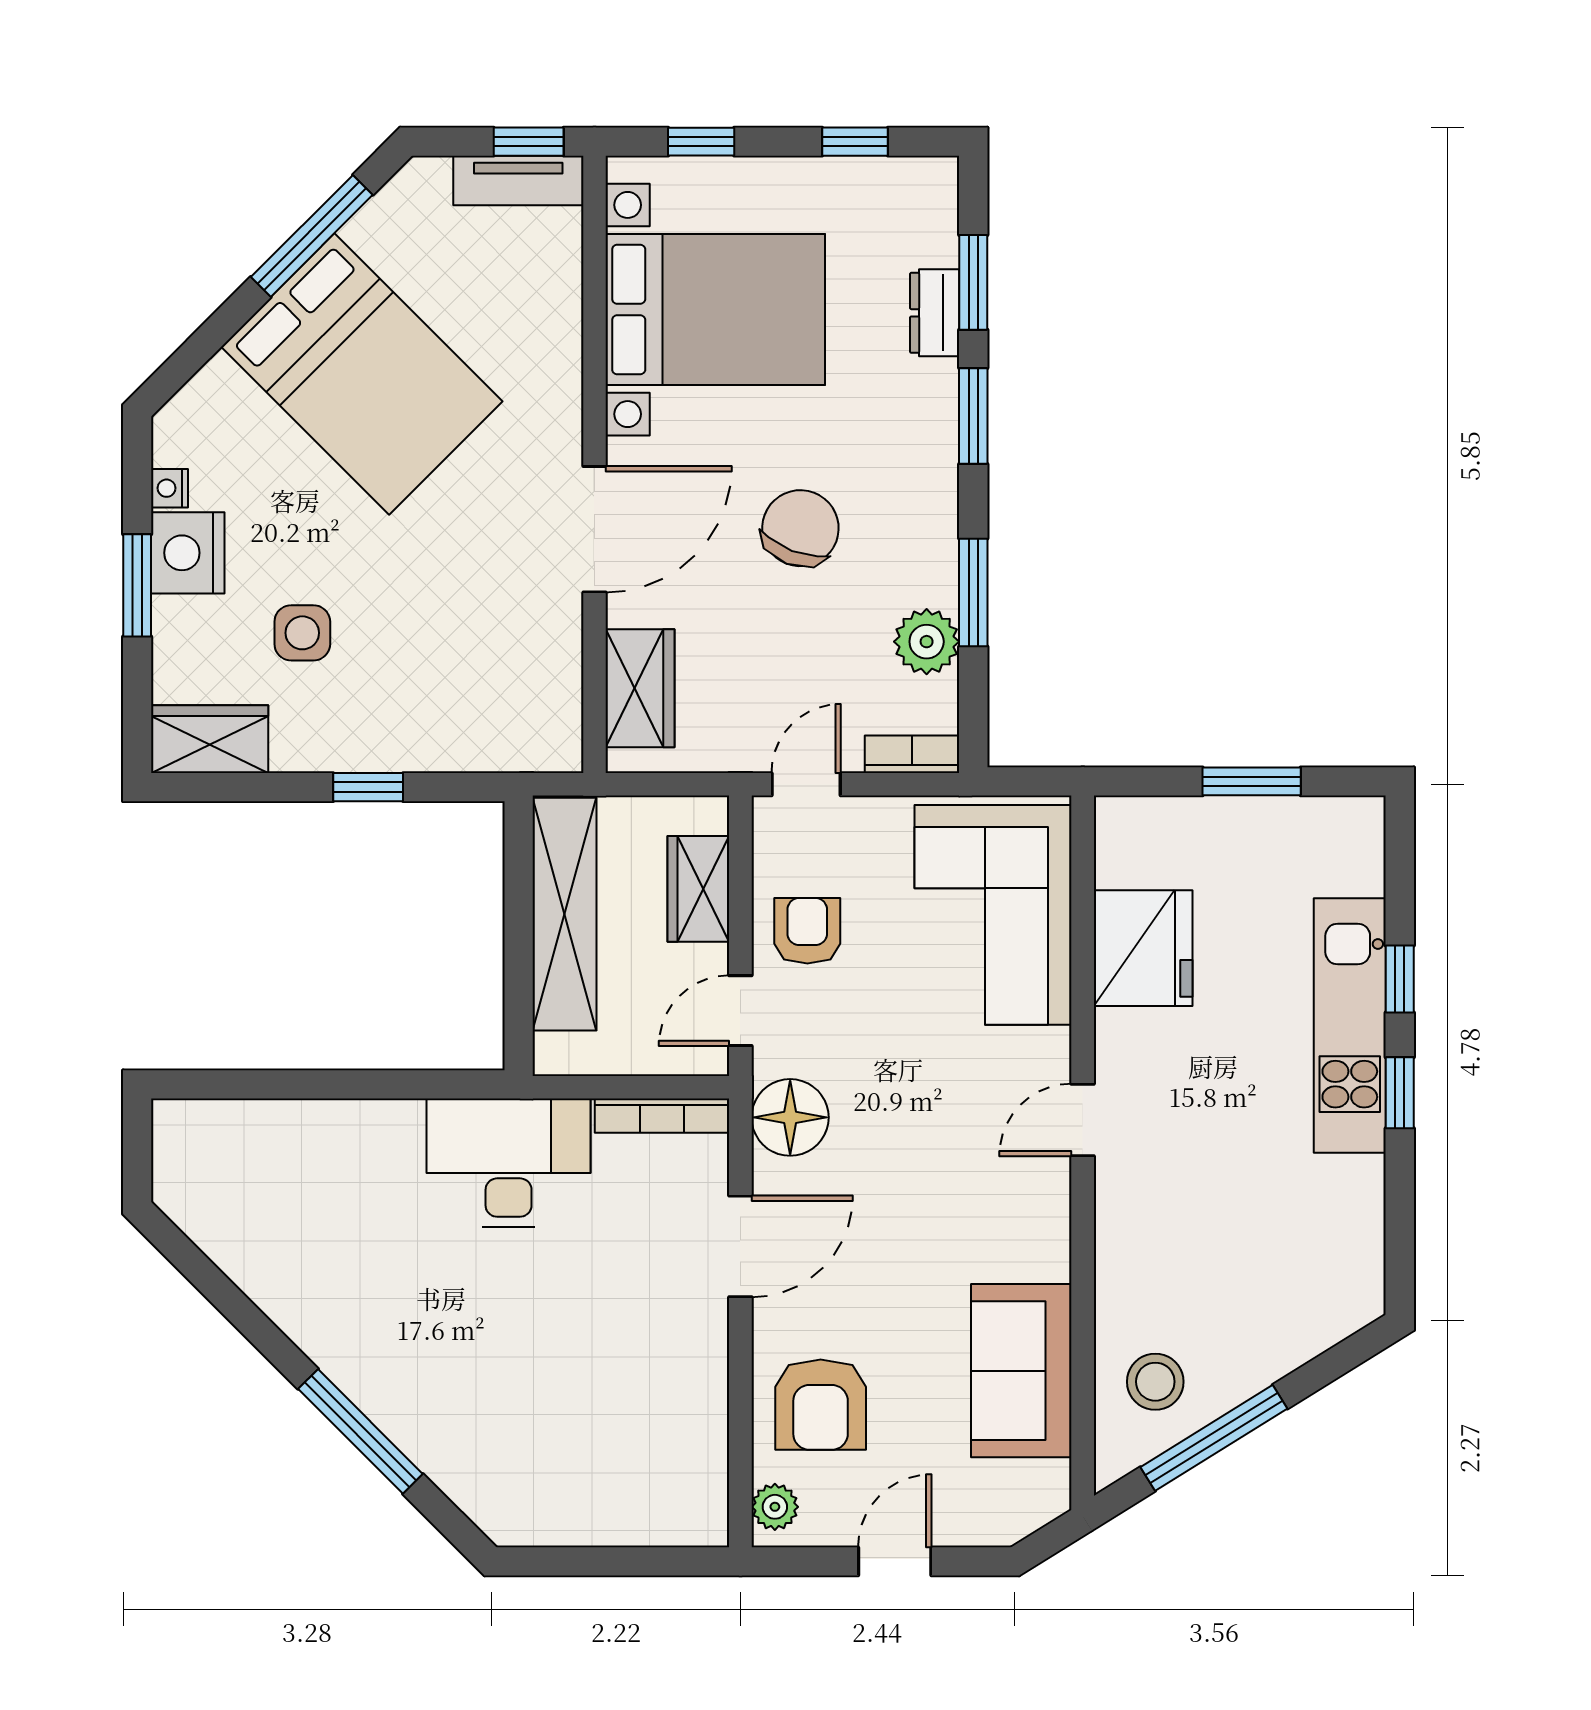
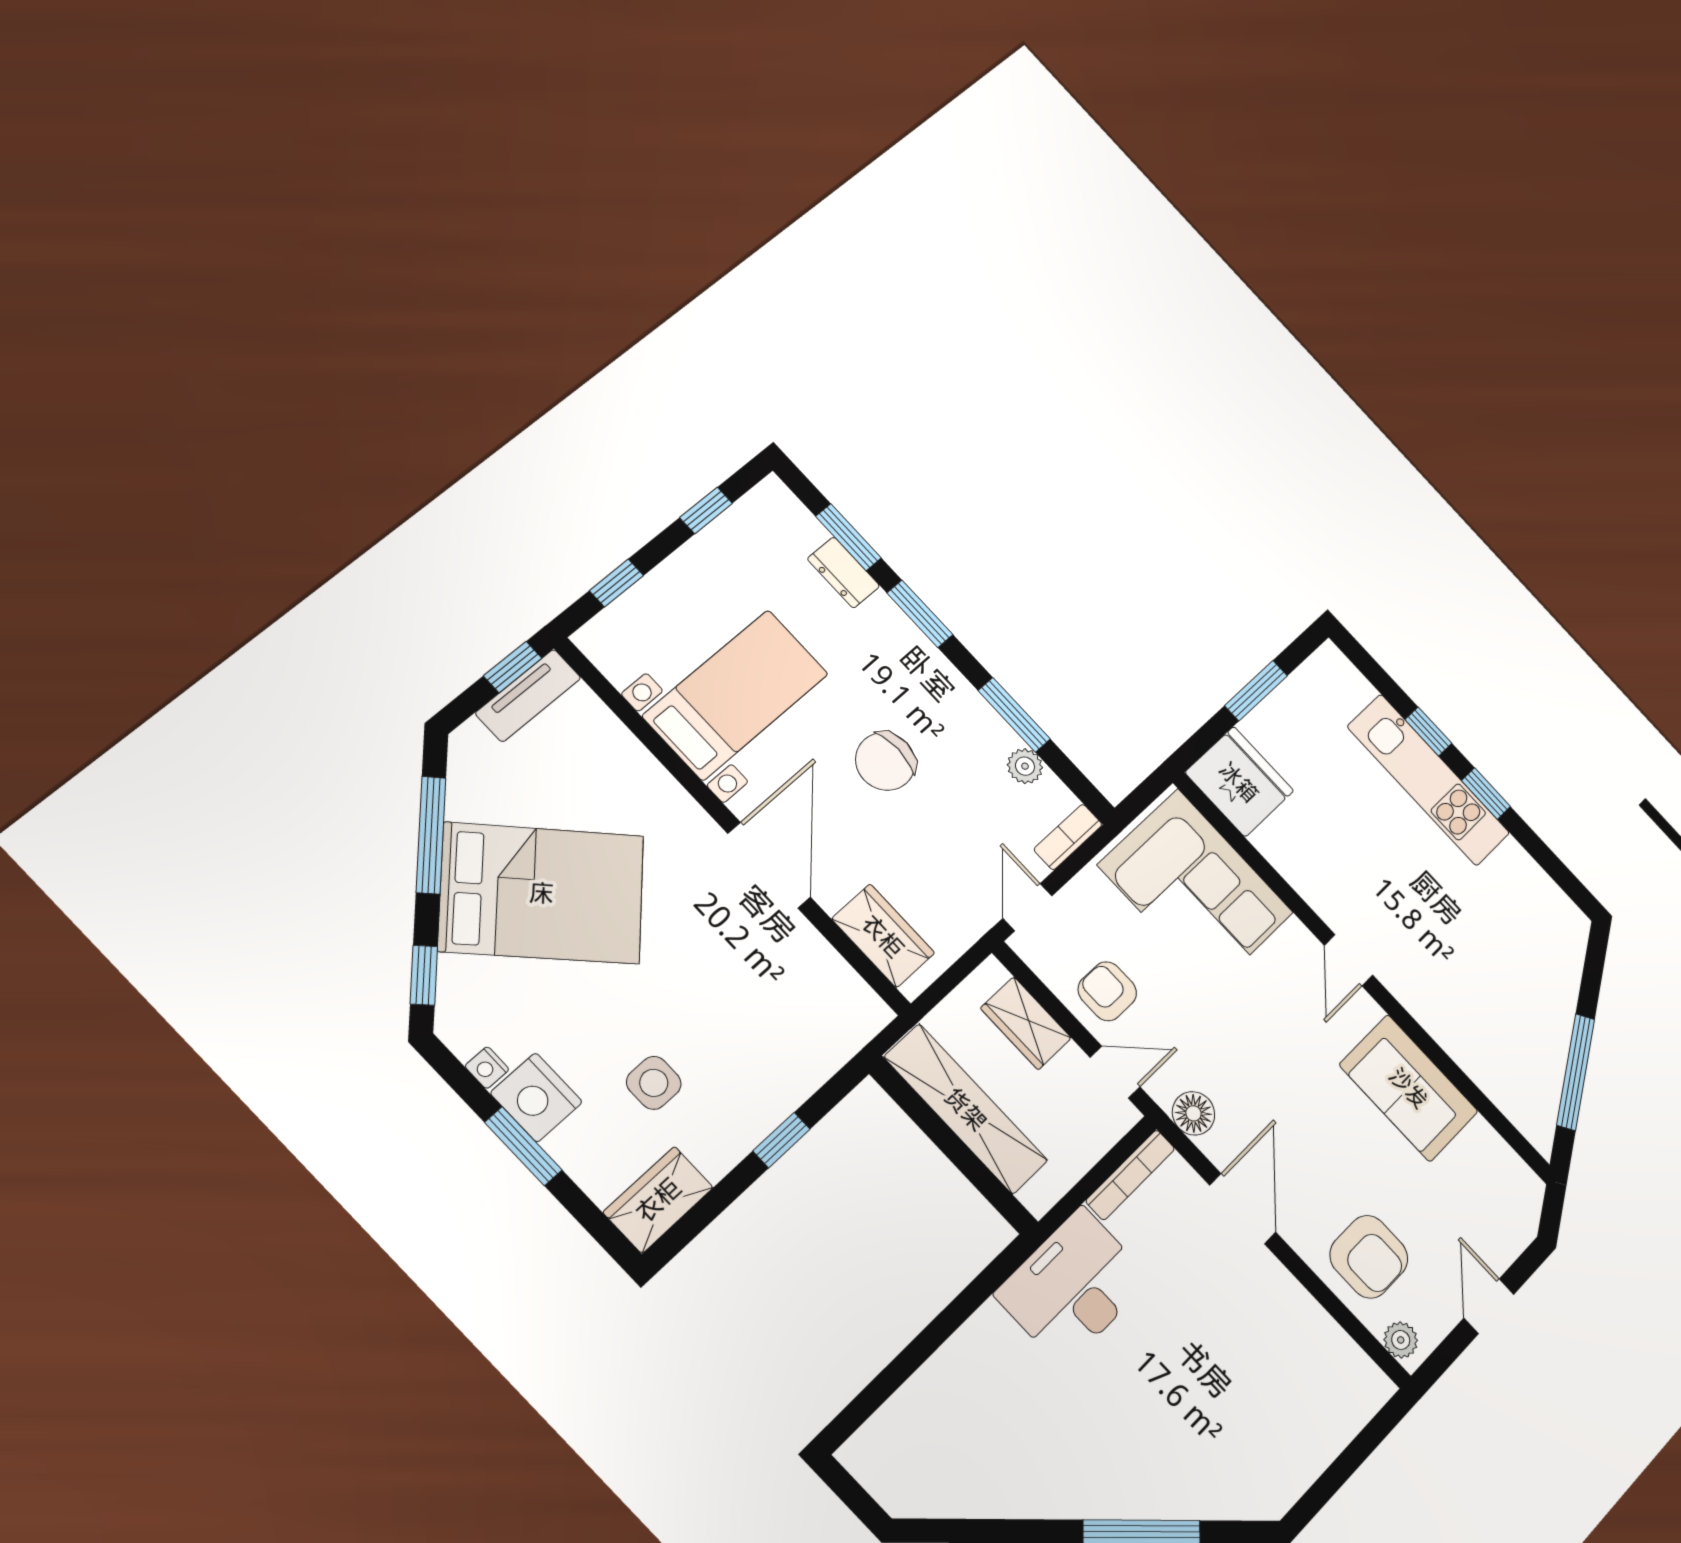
bed with nightstands: (715, 310) -> (736, 695), width x0.73
window: (190, 358) -> (424, 975), added
chair: (800, 528) -> (885, 761), turned -111
plant: (927, 642) -> (1025, 766), width x0.73, depth x0.73
fridge: (1143, 948) -> (1239, 782), moved
door: (740, 1011) -> (1115, 1072), swing flipped
floor lamp: (790, 1117) -> (1193, 1113), width x0.73, depth x0.73
sofa: (1021, 1371) -> (1409, 1088), moved
stool: (1155, 1382) -> (1519, 1070), removed

